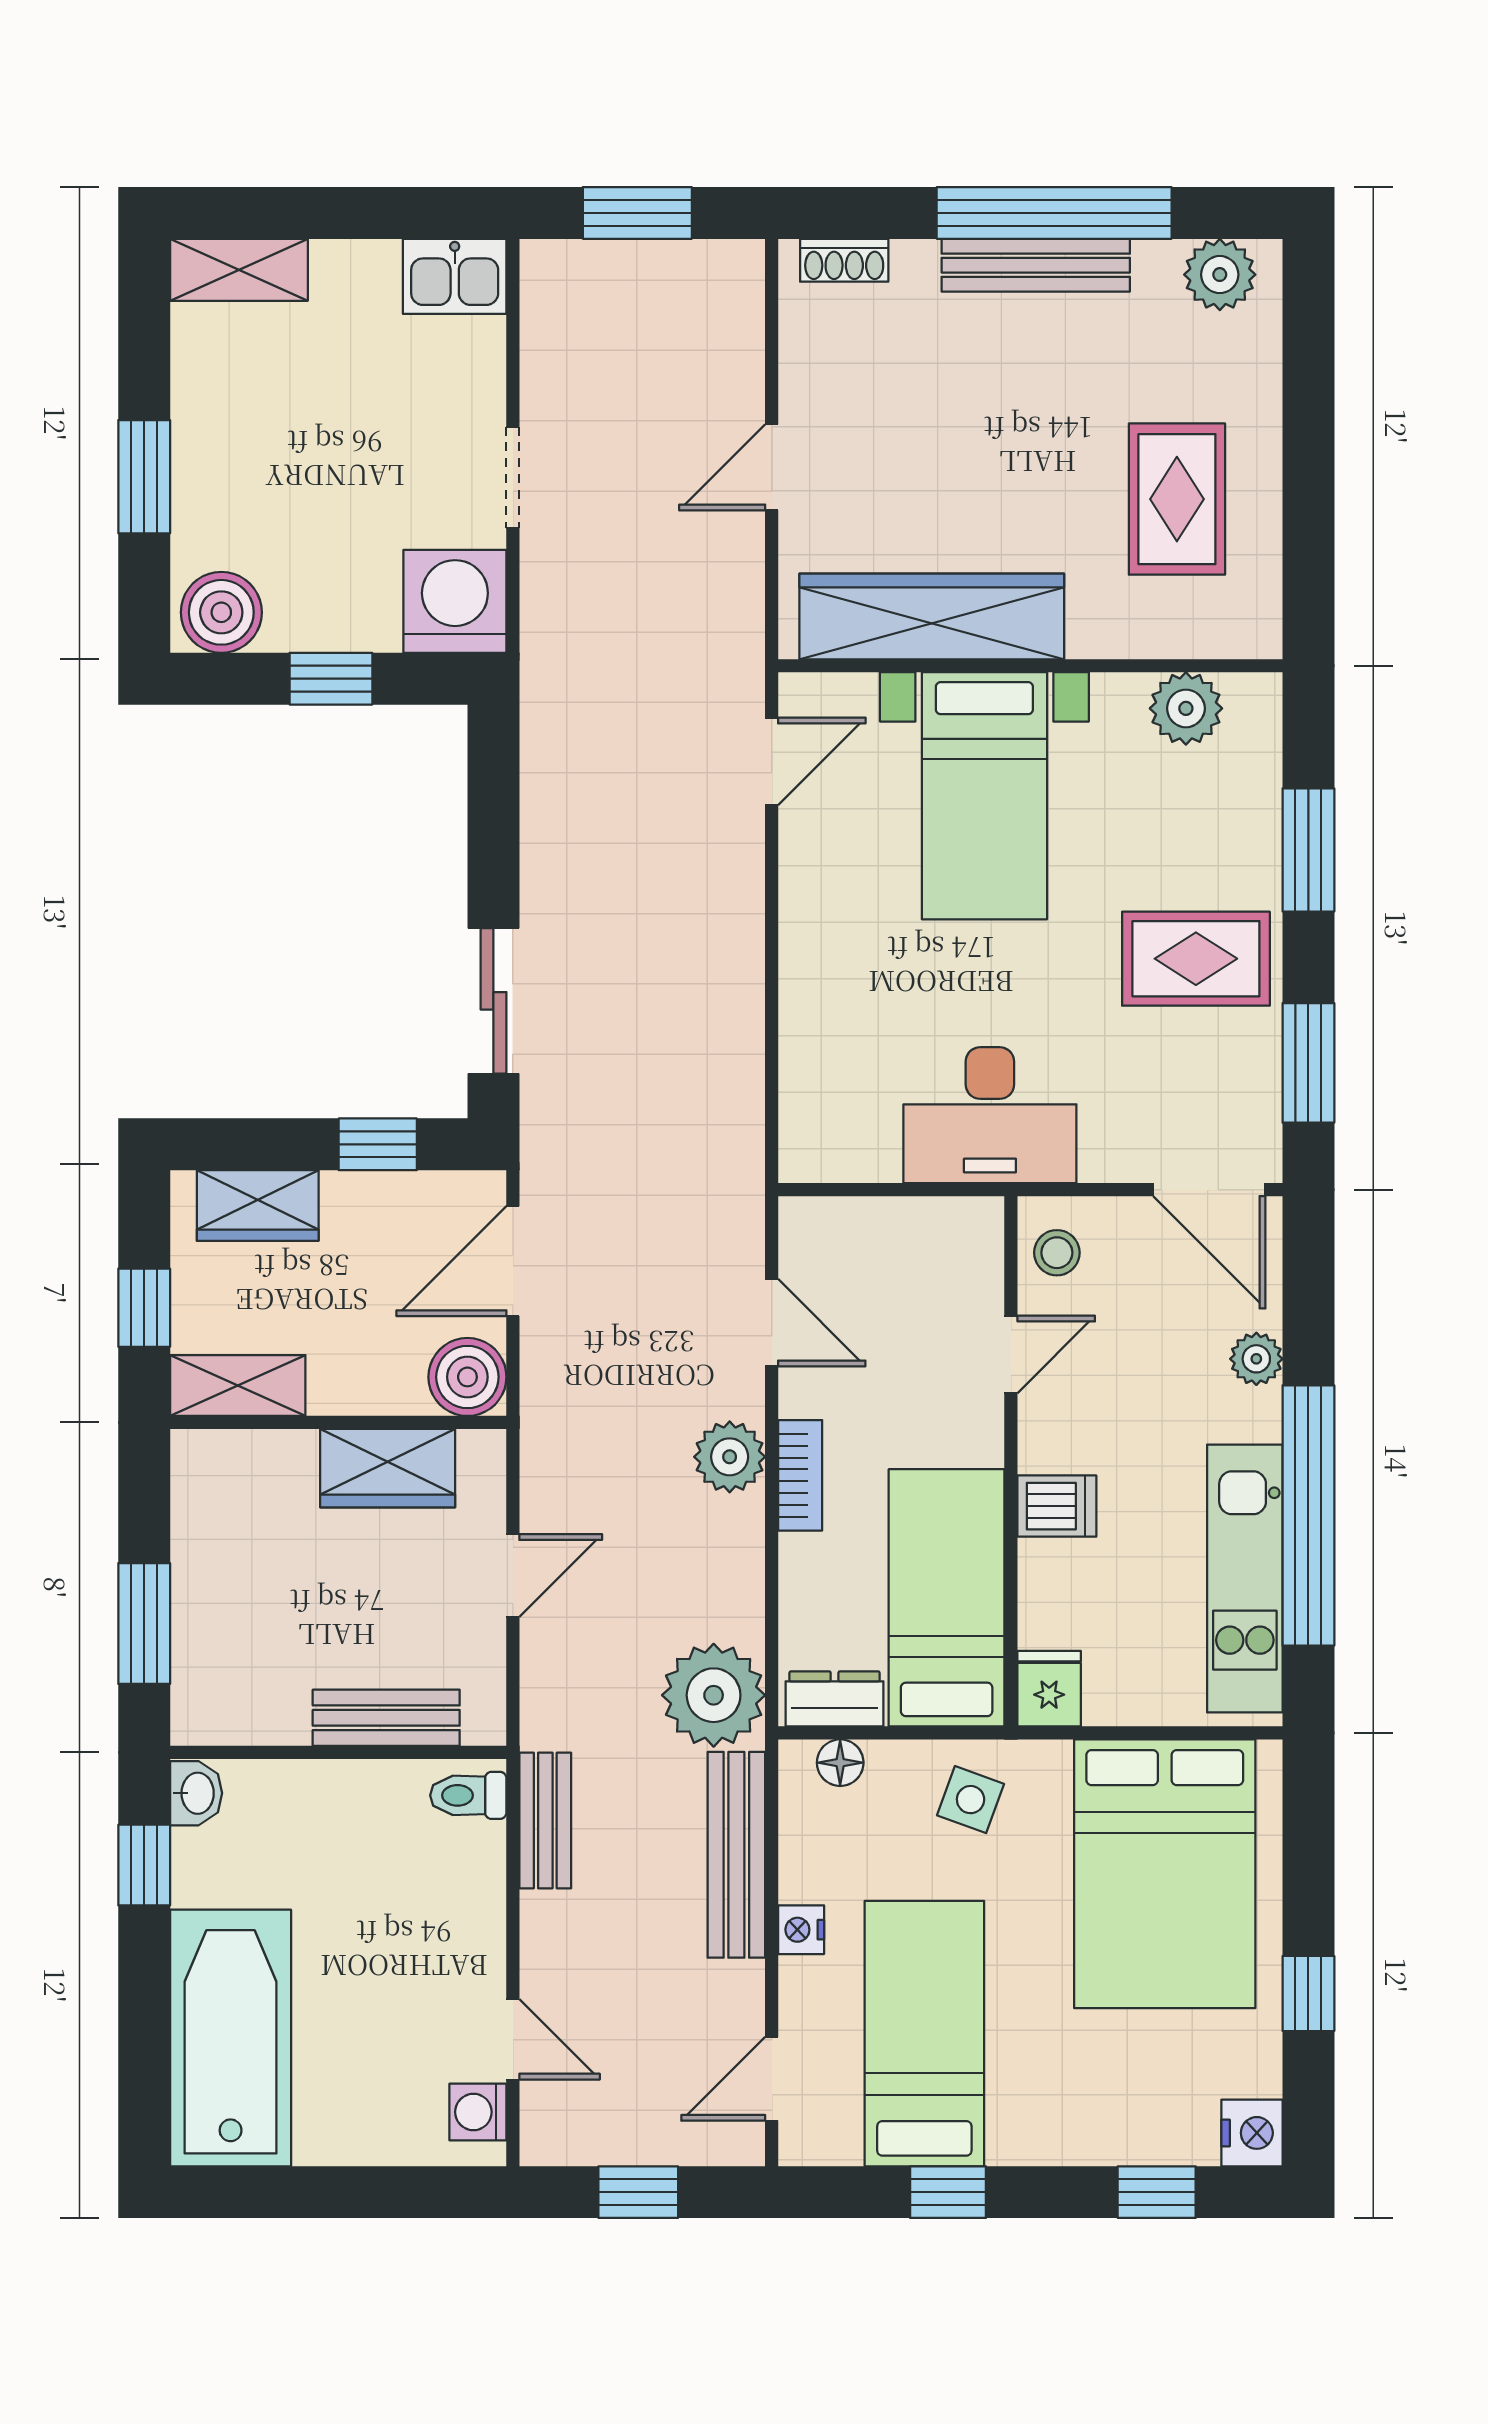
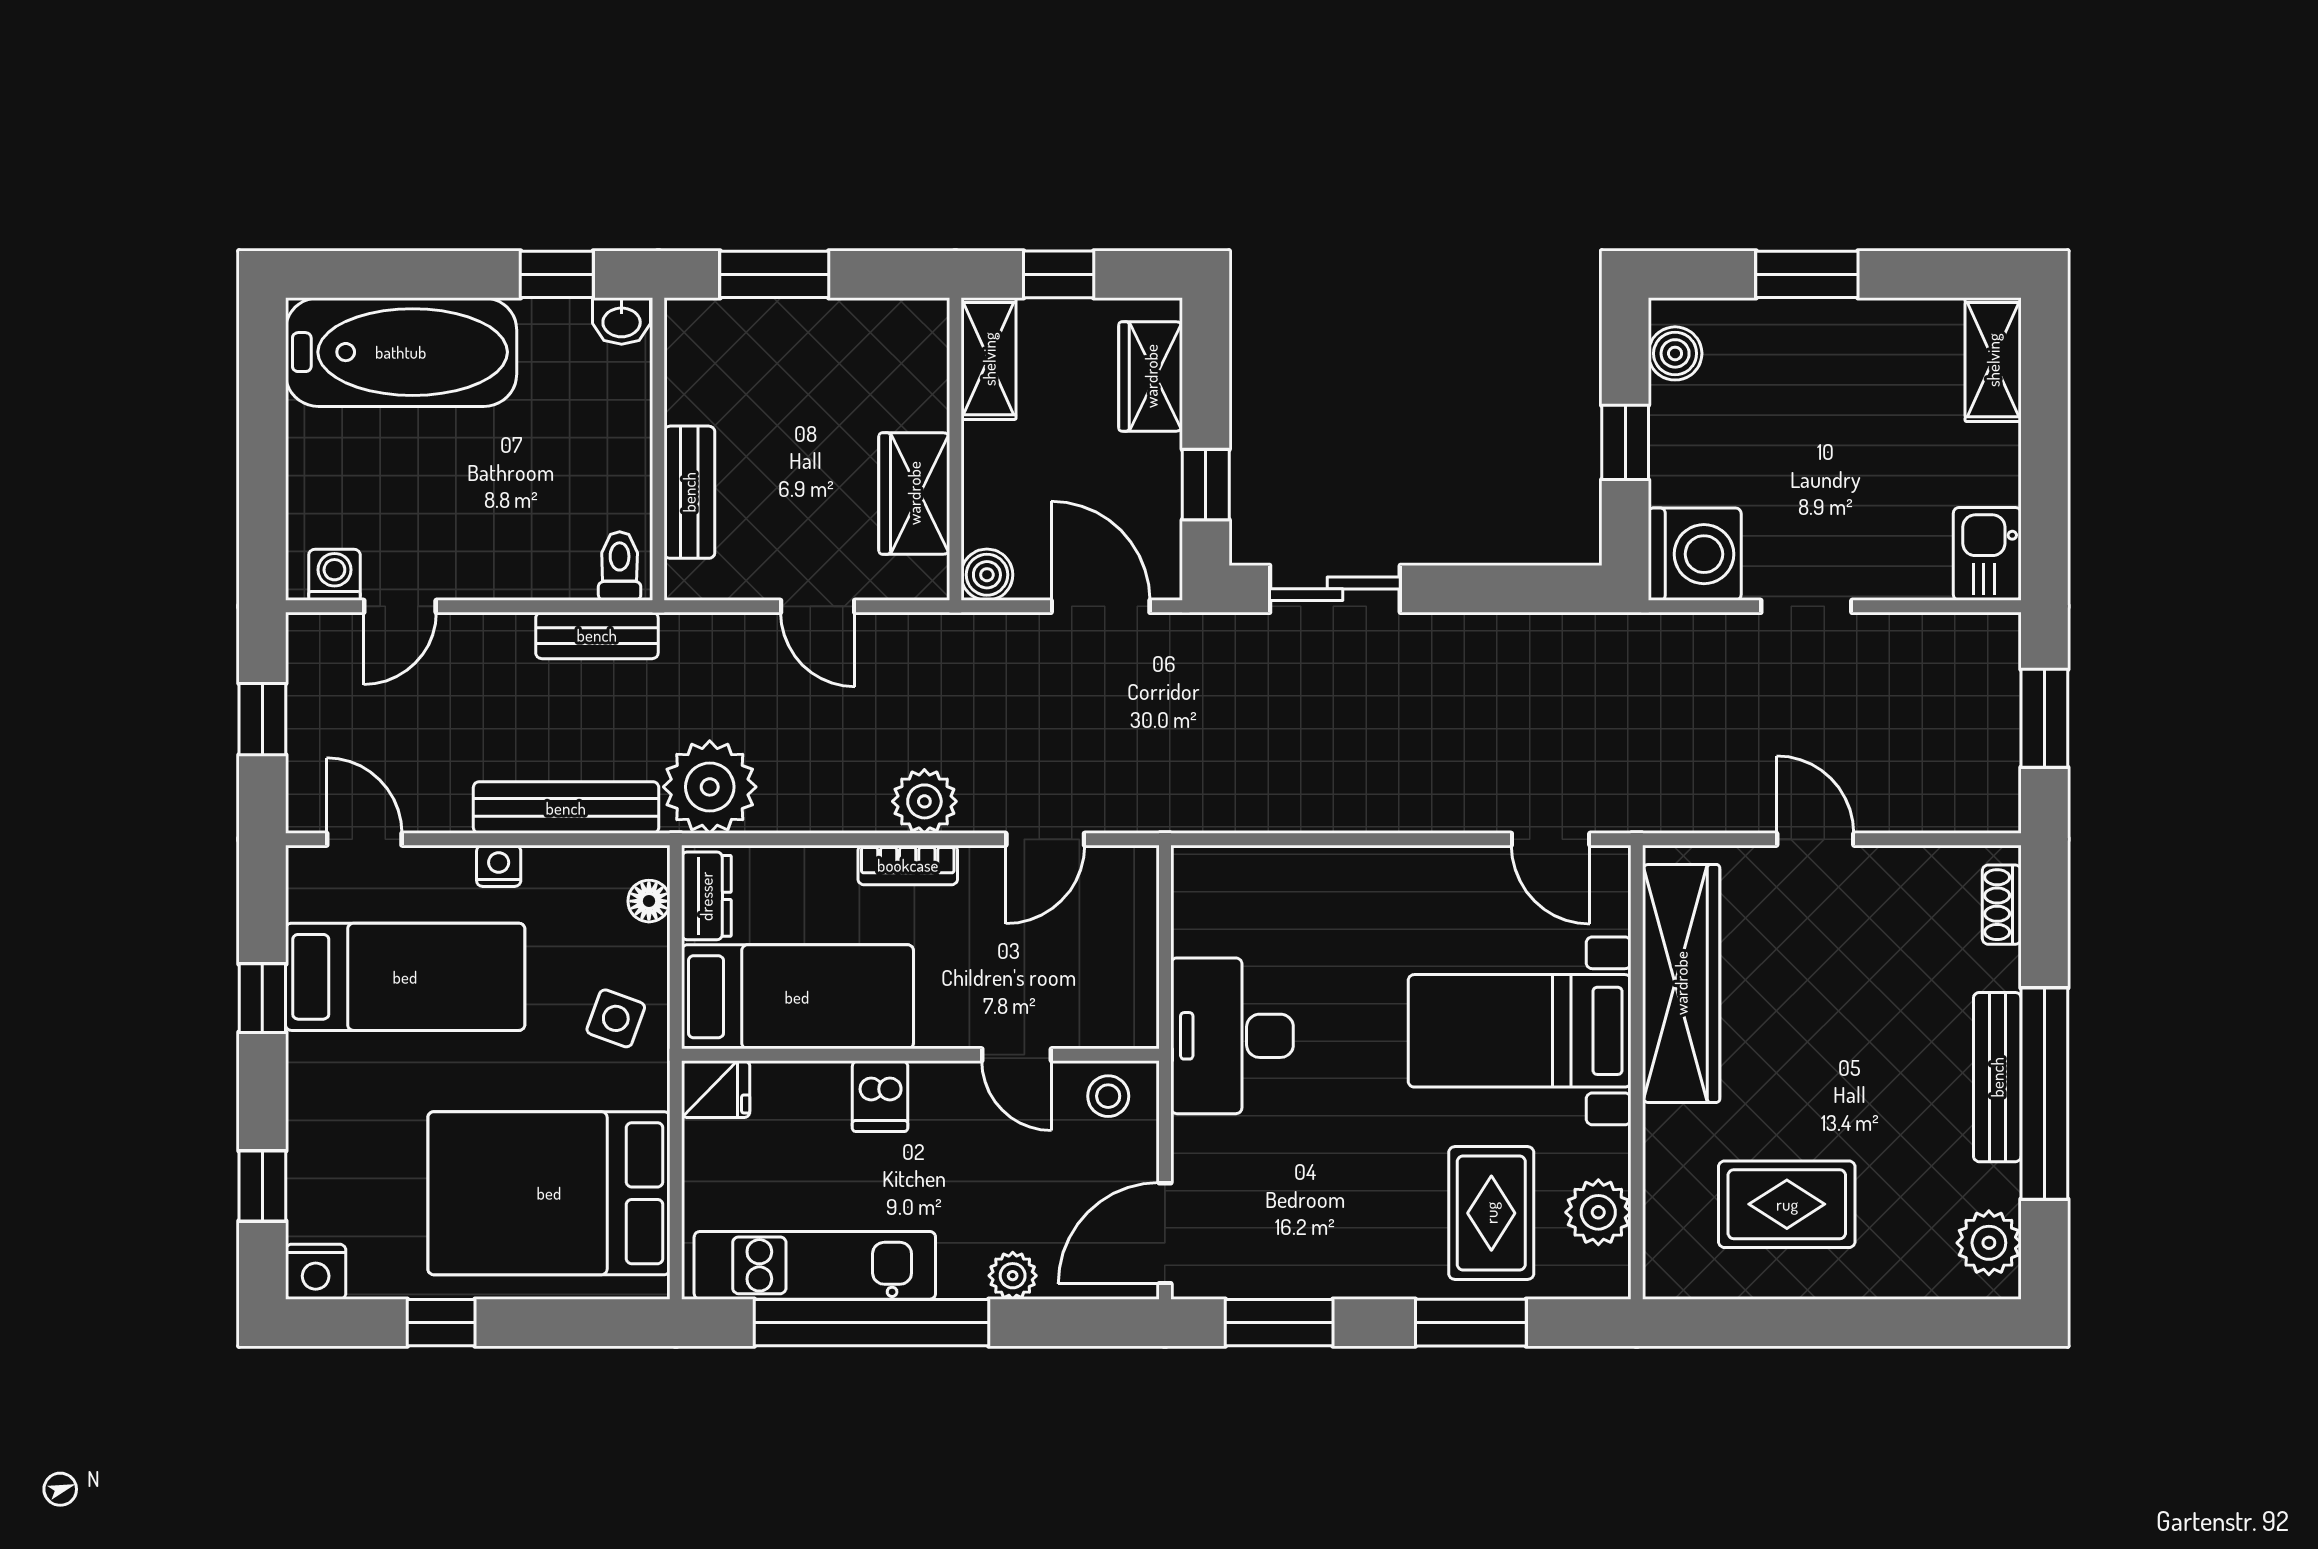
boiler: (221, 612) -> (1675, 353), width x0.73, depth x0.73
rug: (1196, 959) -> (1491, 1213), moved
boiler: (467, 1377) -> (987, 575), width x0.73, depth x0.73

